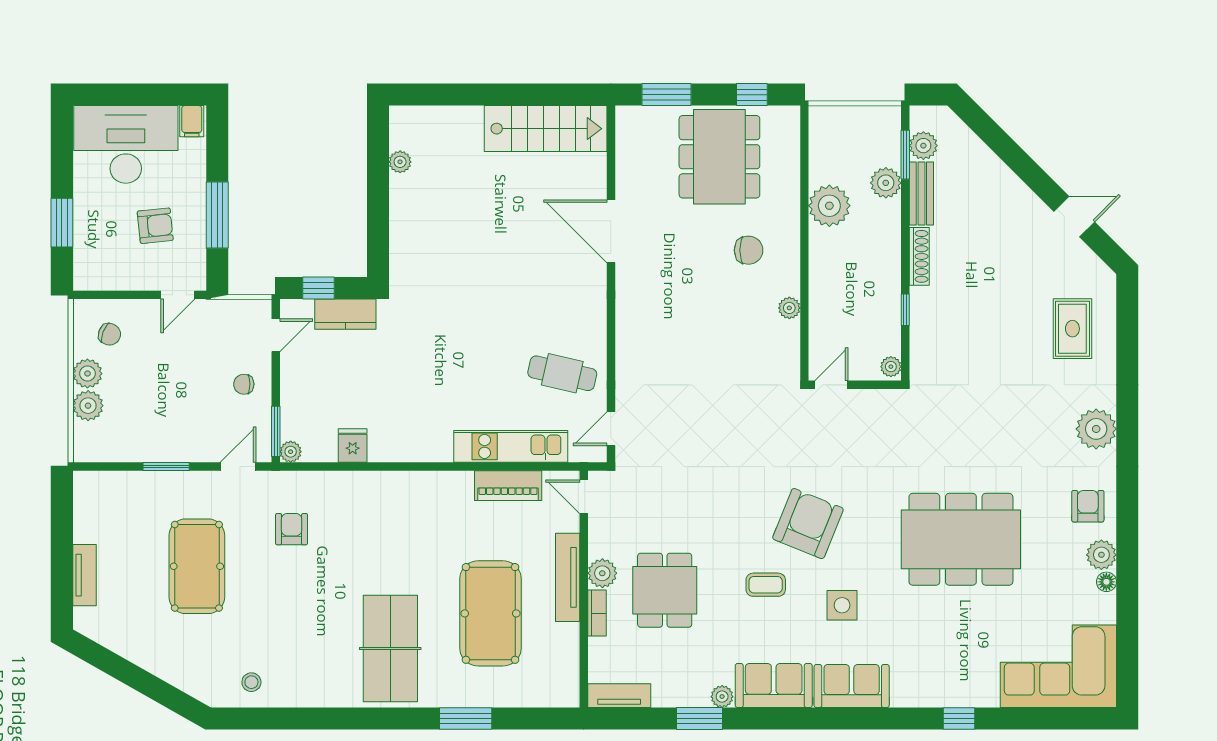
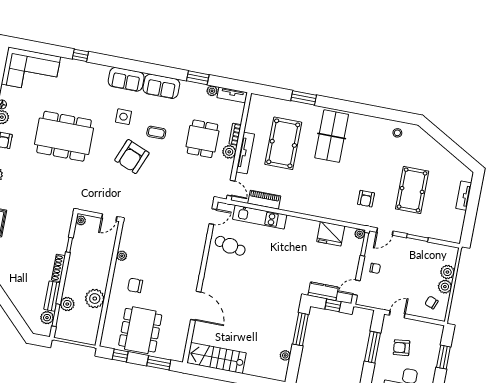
window: (378, 224) -> (301, 329), added
fridge: (353, 446) -> (331, 234), width x1.88, depth x1.34
plant: (722, 697) -> (212, 91), moved

